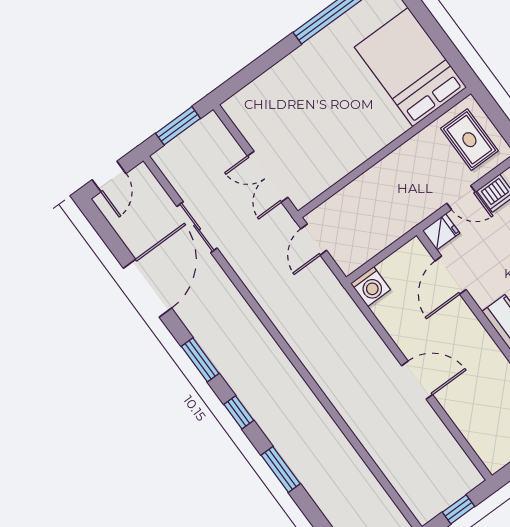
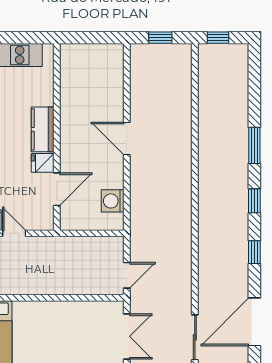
fridge: (441, 232) -> (43, 163), moved
washing machine: (371, 287) -> (113, 201), moved, turned -90
window: (200, 360) -> (254, 252), width x0.67

